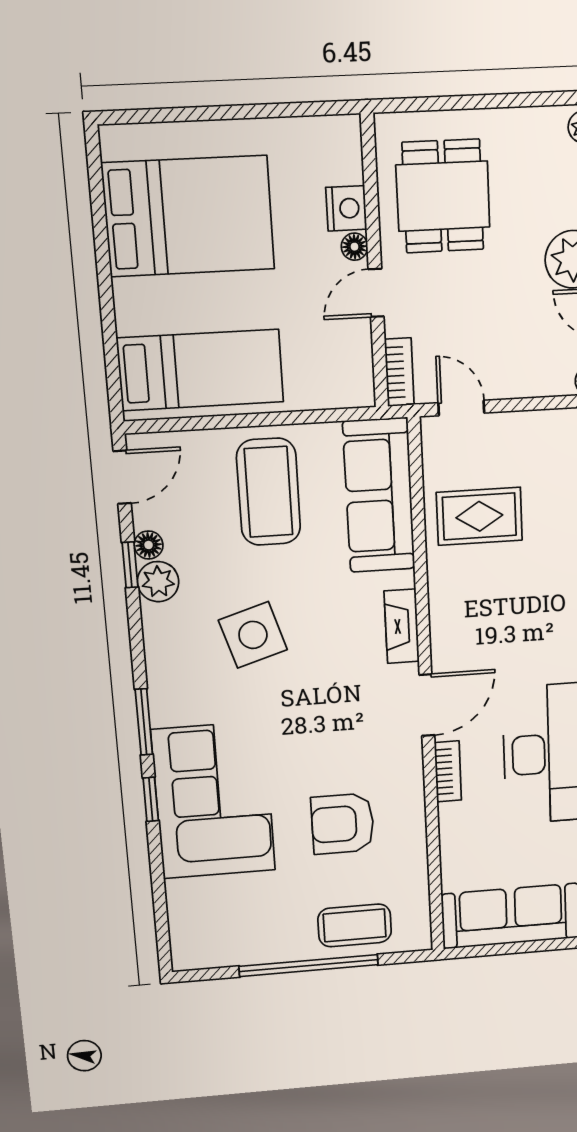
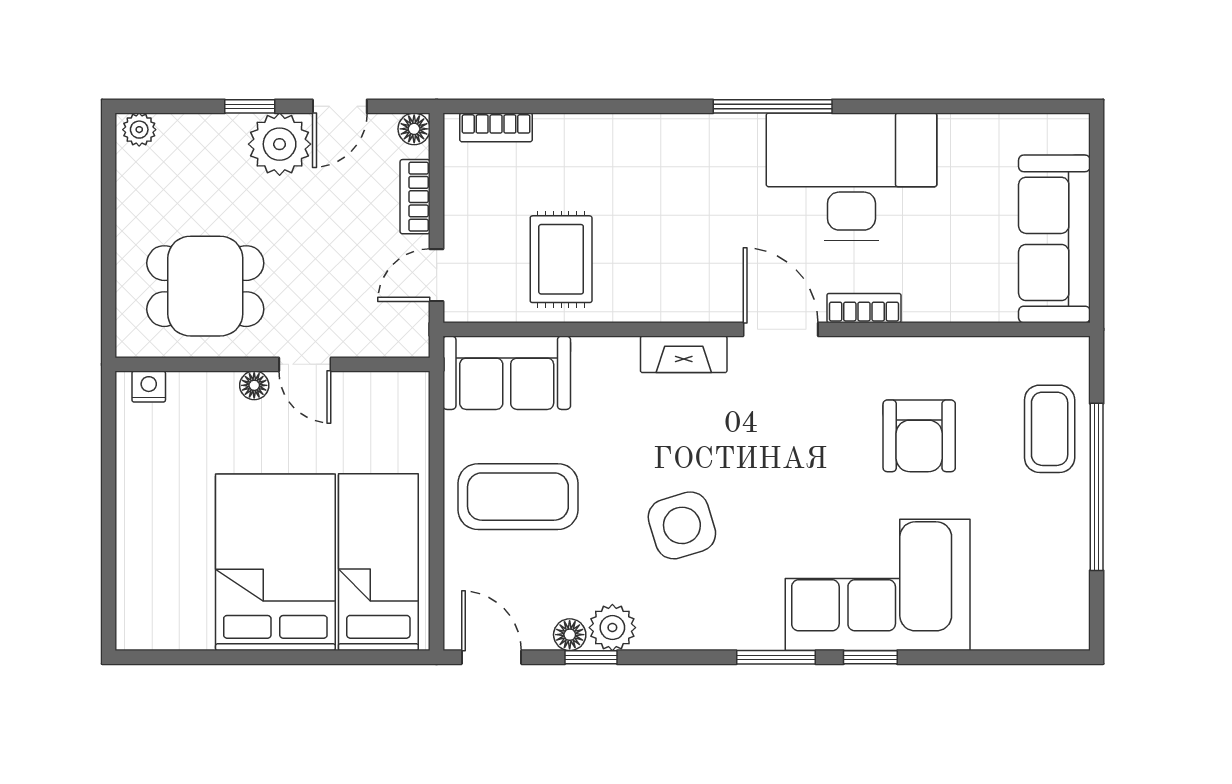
nightstand: (346, 208) -> (149, 387), moved, width x0.72, depth x0.74
bed: (189, 216) -> (275, 562), moved
bookcase: (399, 372) -> (415, 197), moved, turned -90
sofa: (379, 495) -> (507, 373), width x0.73

